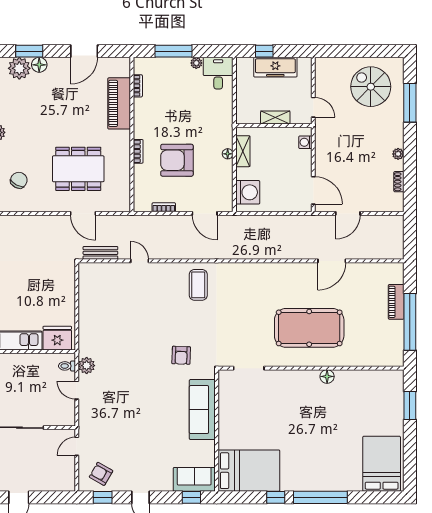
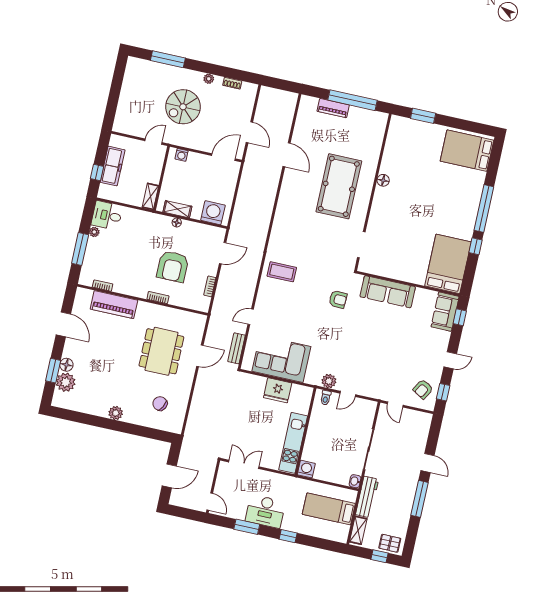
spiral stairs: (371, 87) -> (183, 107), moved
shelving: (275, 118) -> (150, 196), moved
corner sofa: (100, 306) -> (281, 359), added
fridge: (57, 338) -> (278, 390), moved, turned -90

